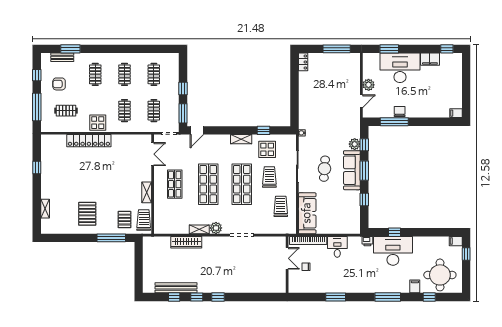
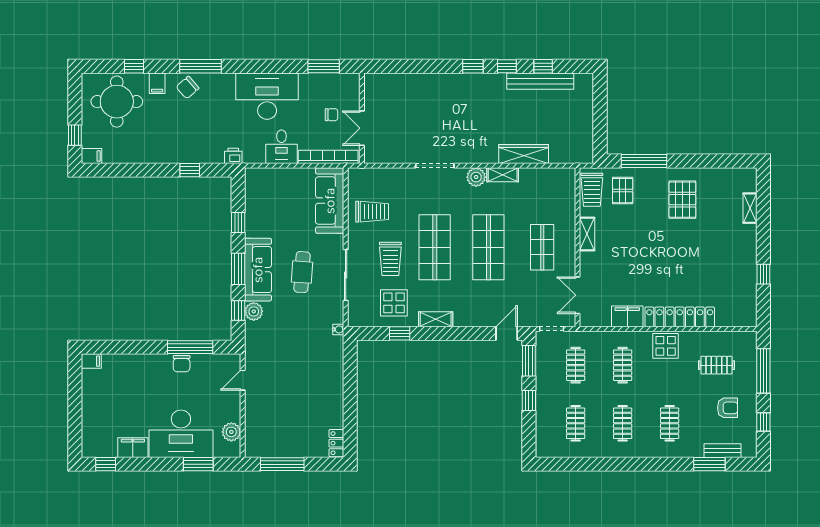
plant: (369, 85) -> (231, 432), moved
filing cabinet: (122, 141) -> (627, 316), added
trolley: (281, 206) -> (372, 212), turned -90
desk: (393, 251) -> (267, 96), moved, turned 180
chair: (396, 284) -> (188, 88), added
window: (336, 297) -> (324, 66), moved

